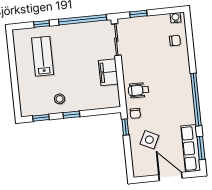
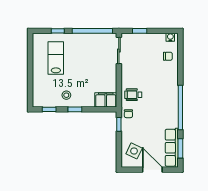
filing cabinet: (108, 72) -> (106, 100), moved, turned 90
side table: (149, 140) -> (134, 151), moved

